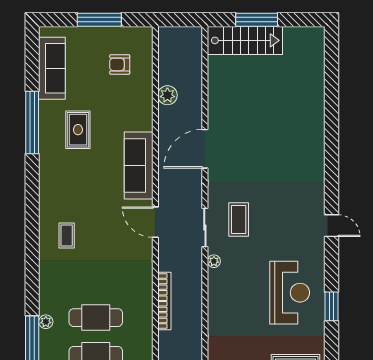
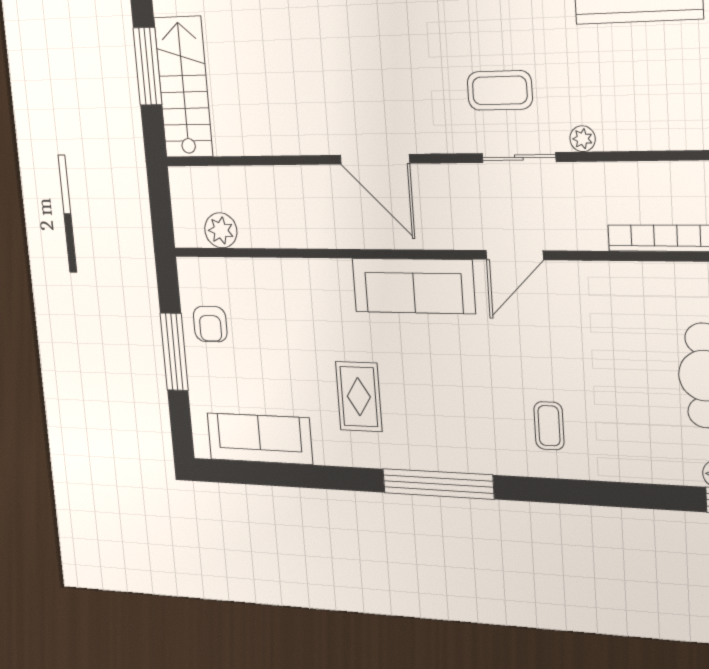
armchair: (120, 64) -> (210, 324), moved
plant: (167, 95) -> (221, 230), moved
window: (32, 123) -> (438, 484), moved
rug: (78, 130) -> (359, 397), turned 90
coffee table: (67, 235) -> (549, 426), turned 90

